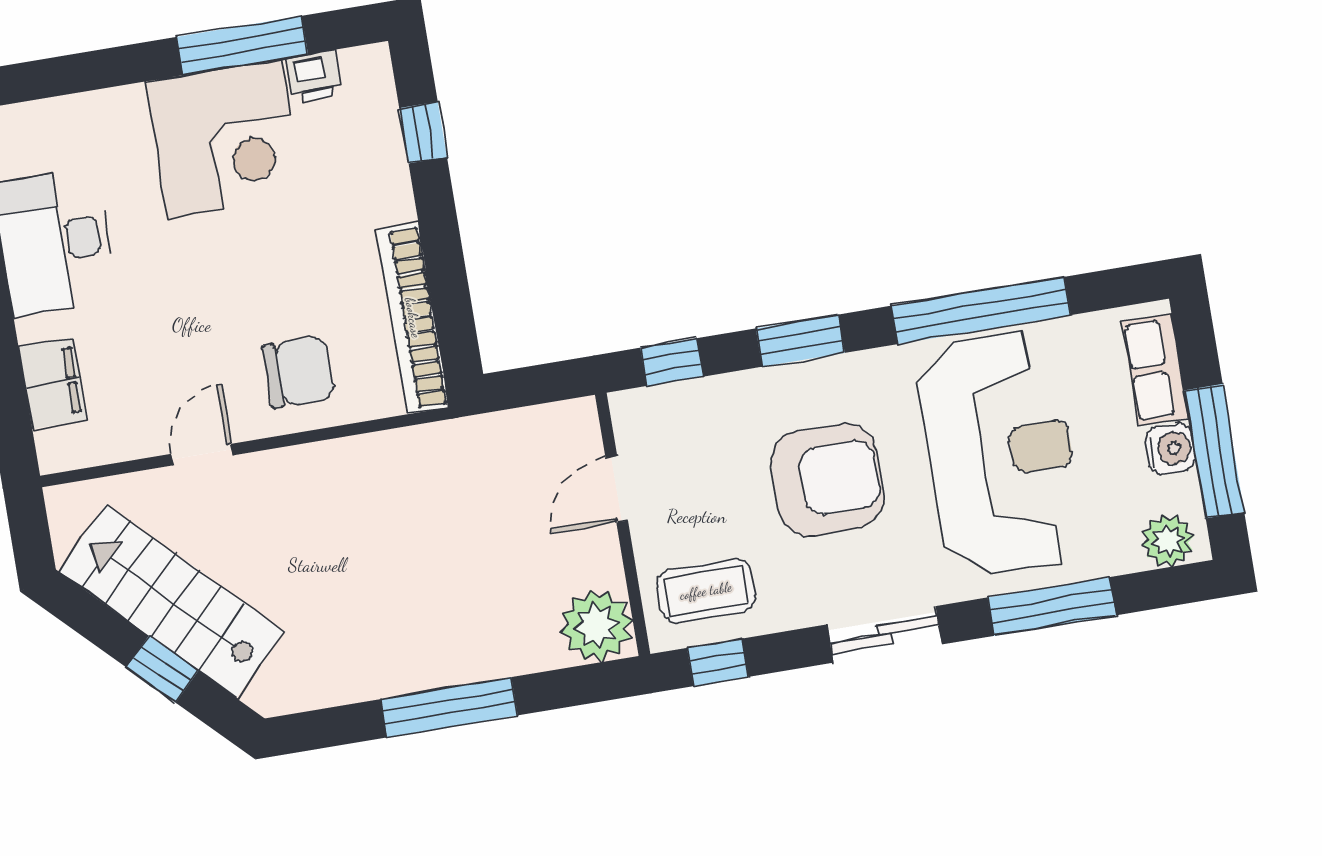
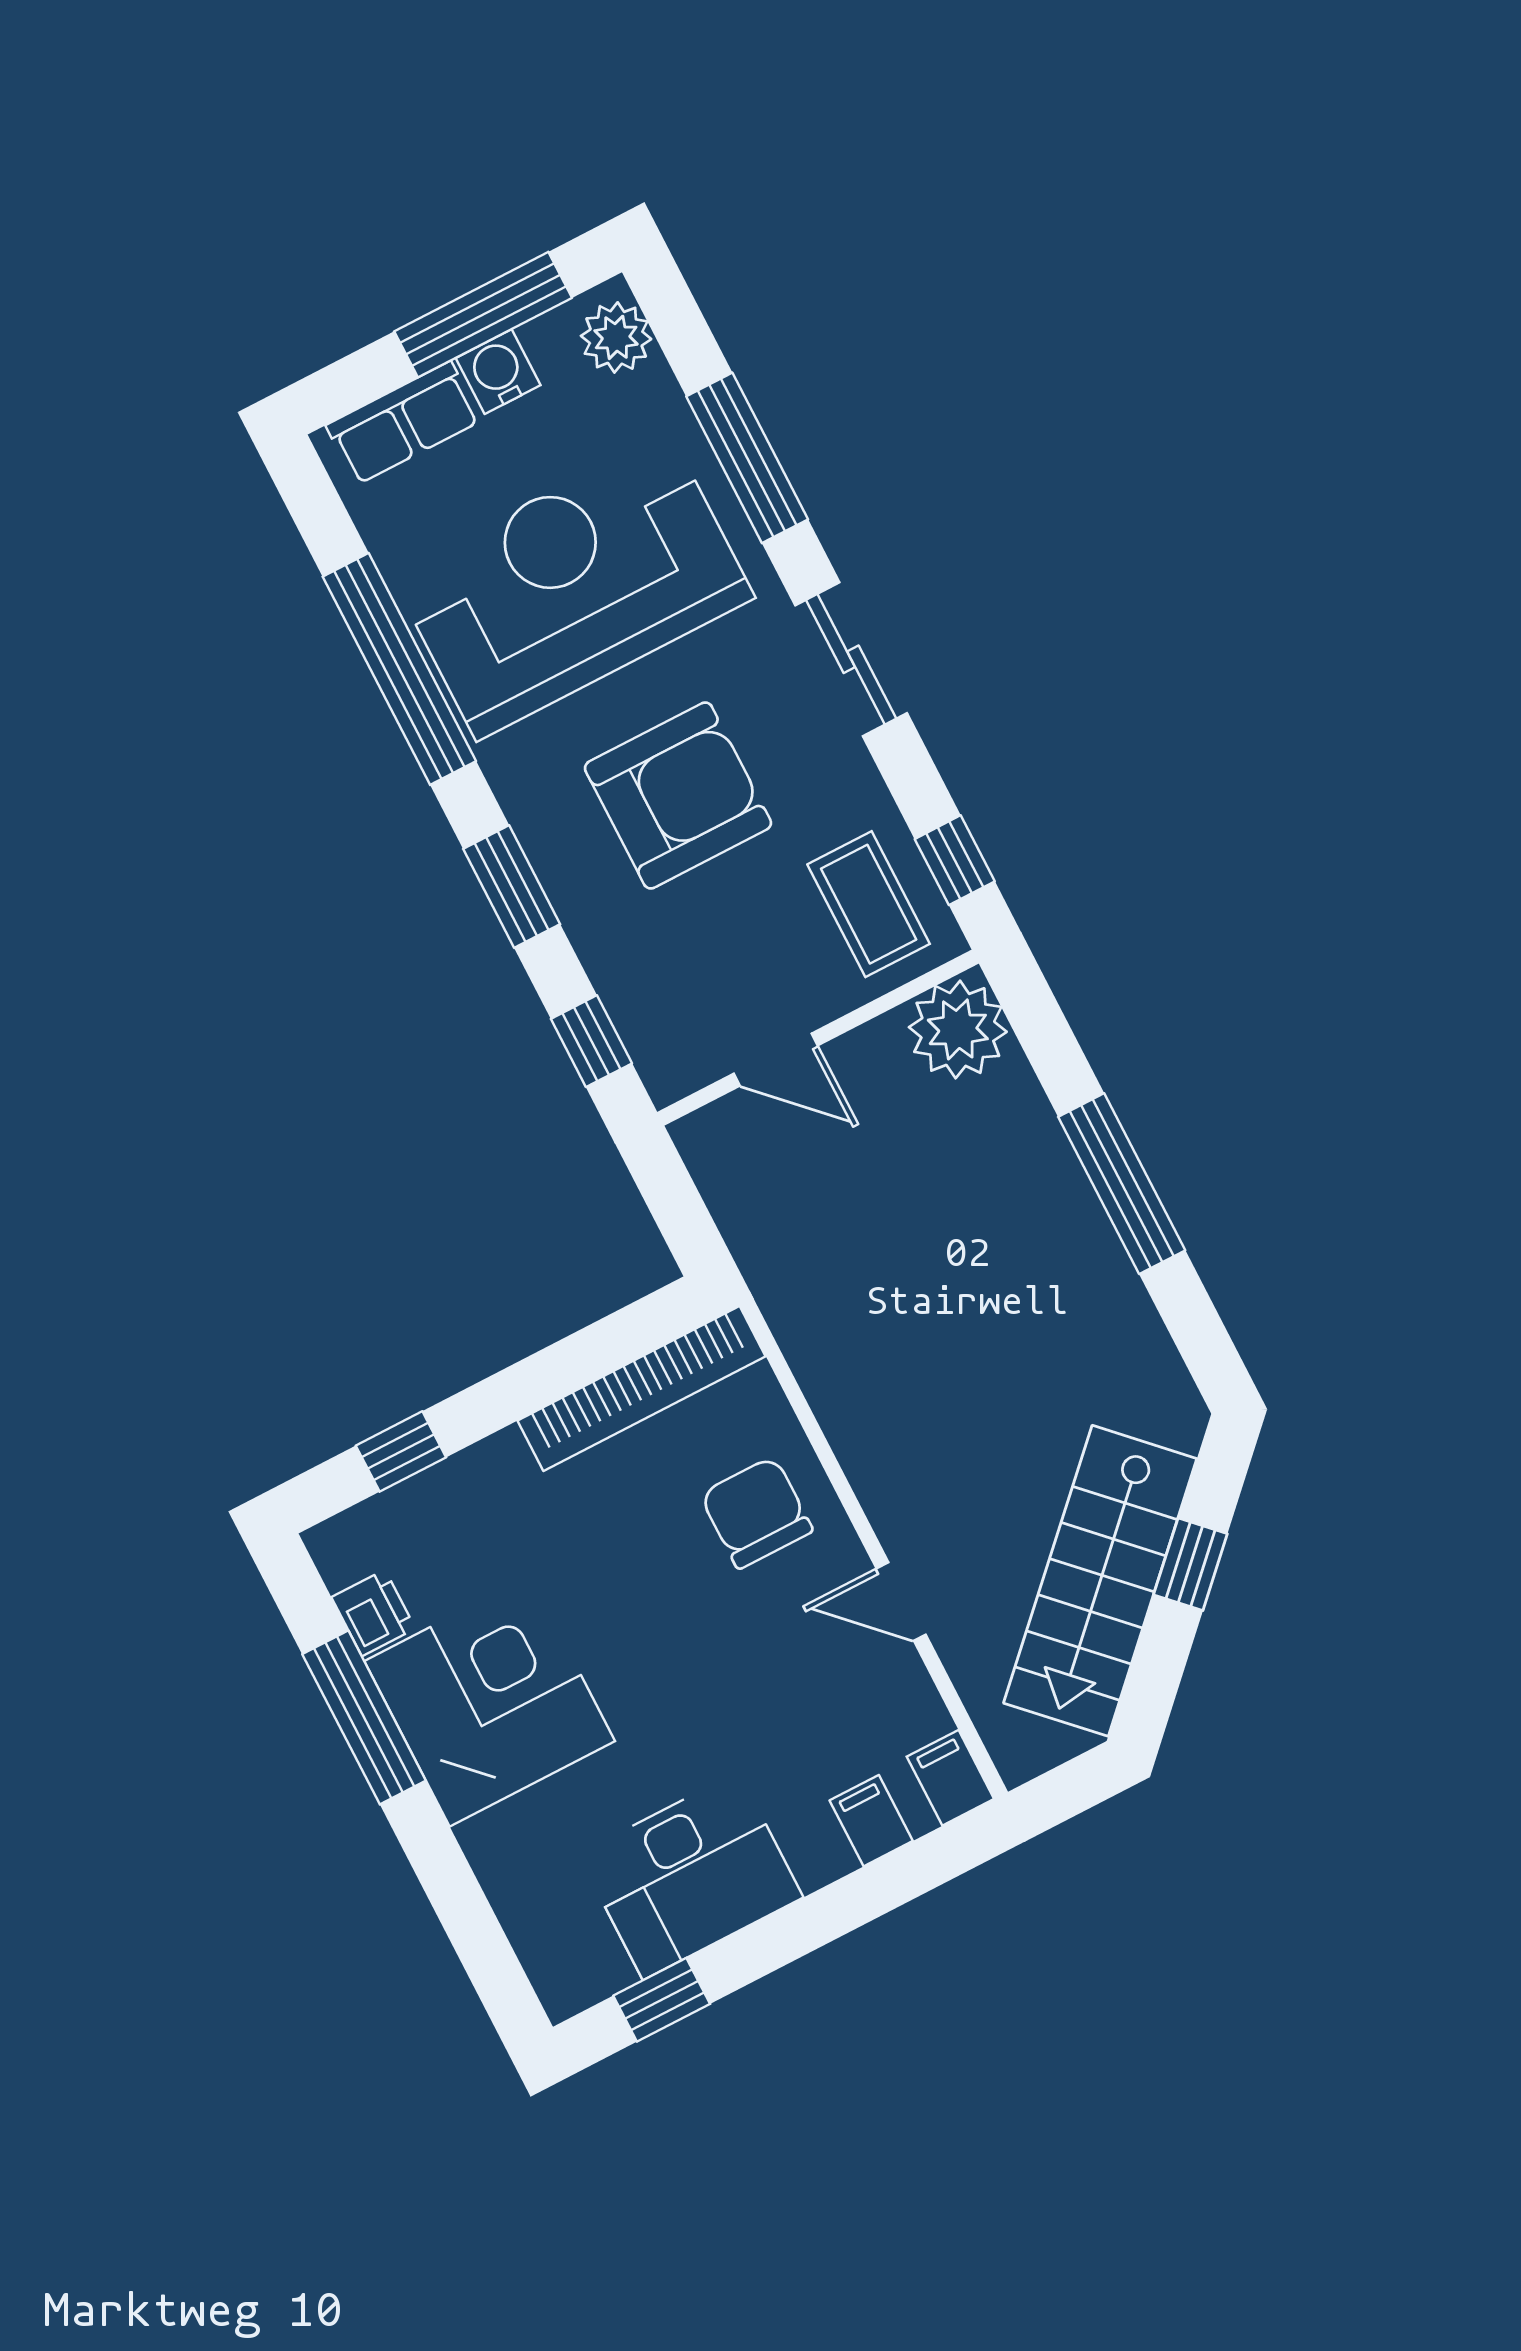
filing cabinet: (53, 383) -> (871, 1821), width x0.50
filing cabinet: (65, 449) -> (950, 1778), added
armchair: (827, 480) -> (678, 796), turned 90

